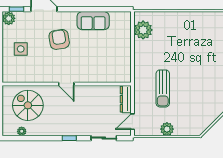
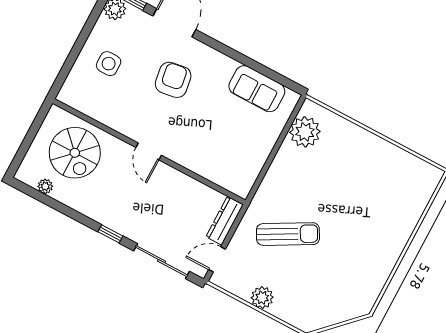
sofa: (93, 21) -> (257, 89), moved
sun lounger: (163, 88) -> (288, 234), turned -119
spiral stairs: (28, 105) -> (75, 153), turned 180
sliding door: (104, 138) -> (162, 261), width x1.37

